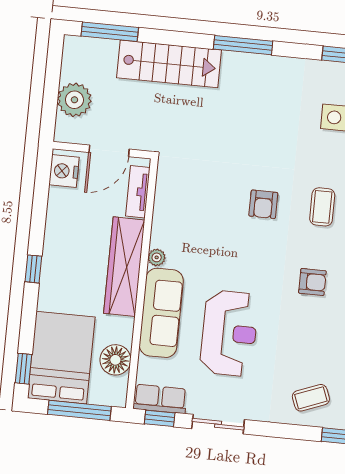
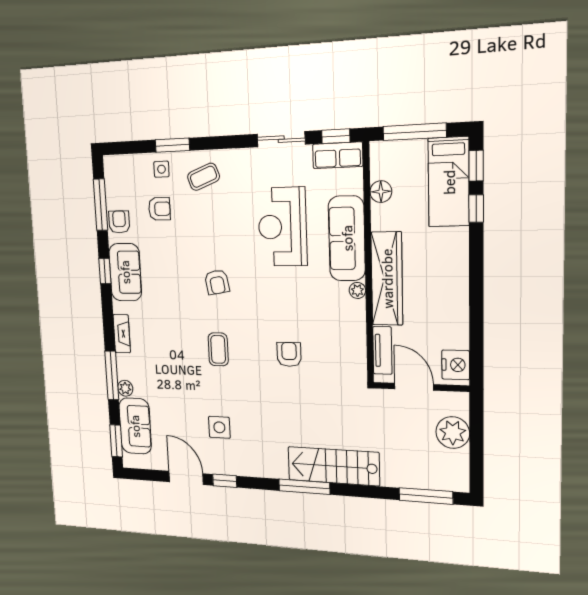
stairs: (169, 64) -> (333, 466), moved
door: (109, 151) -> (414, 387), hinge flipped
armchair: (263, 204) -> (289, 354), moved
window: (33, 269) -> (476, 209), moved
armchair: (312, 282) -> (217, 282), turned -100
bed: (61, 358) -> (449, 182), width x0.67
floor lamp: (115, 360) -> (381, 192), width x0.73, depth x0.73

